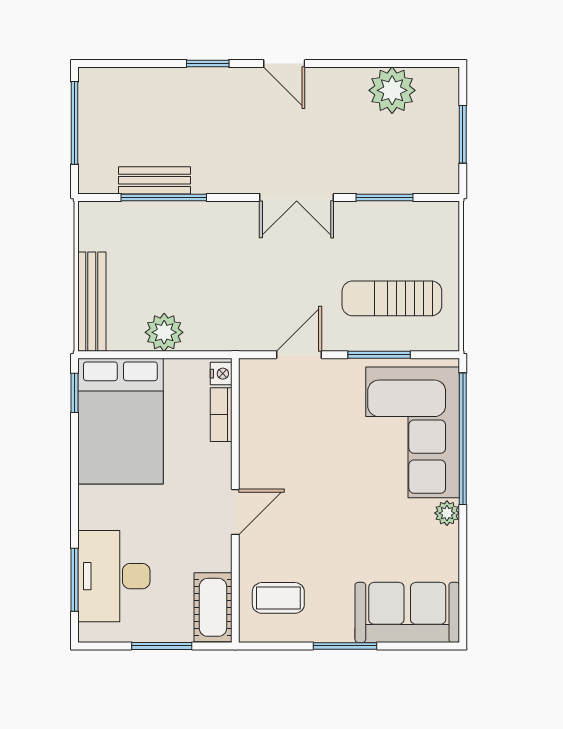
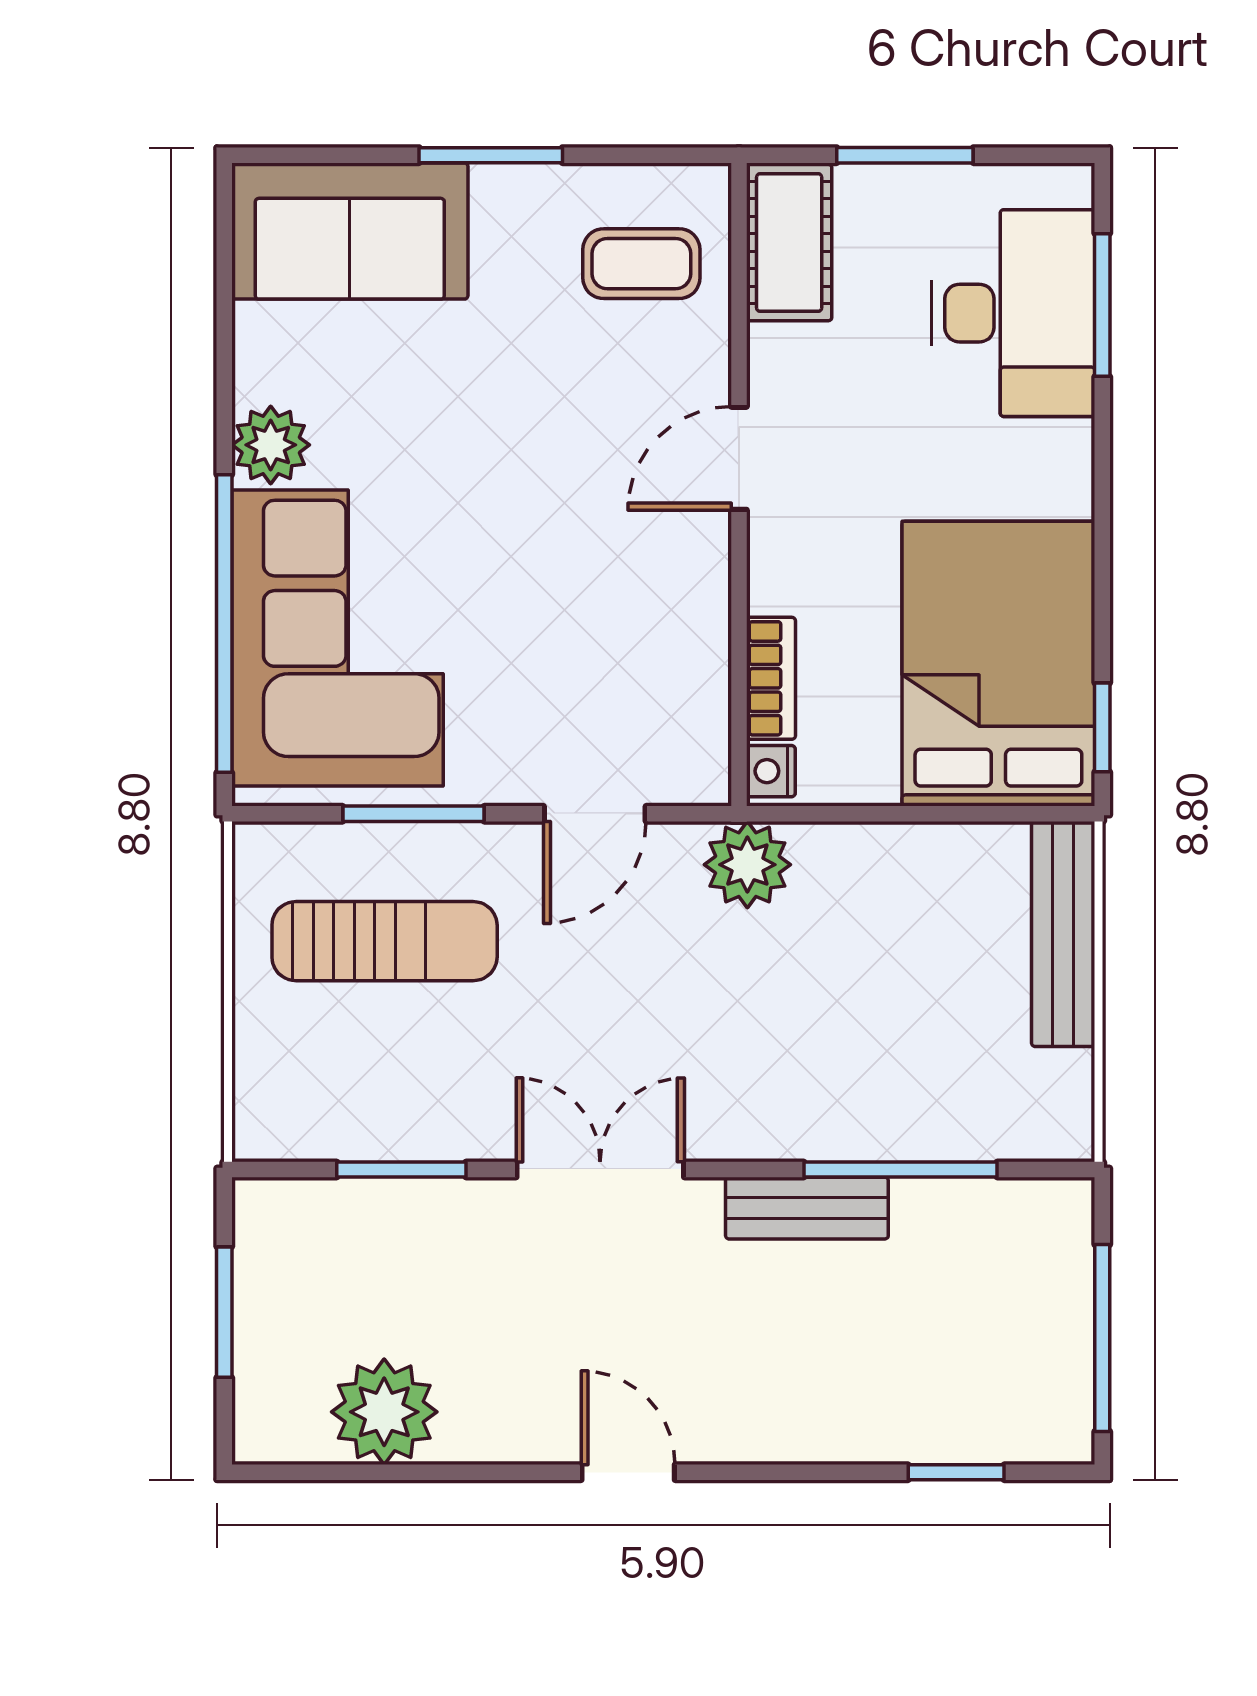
window: (208, 64) -> (956, 1472), moved
bench: (155, 180) -> (807, 1208), moved
plant: (164, 332) -> (747, 865), moved
plant: (447, 513) -> (271, 445), width x1.38, depth x1.38

